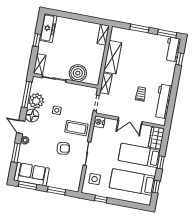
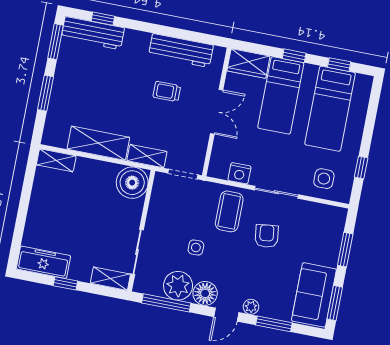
workbench: (173, 49) -> (93, 33), width x1.38
boiler: (78, 73) -> (132, 183), moved
nightstand: (99, 122) -> (239, 173), moved

